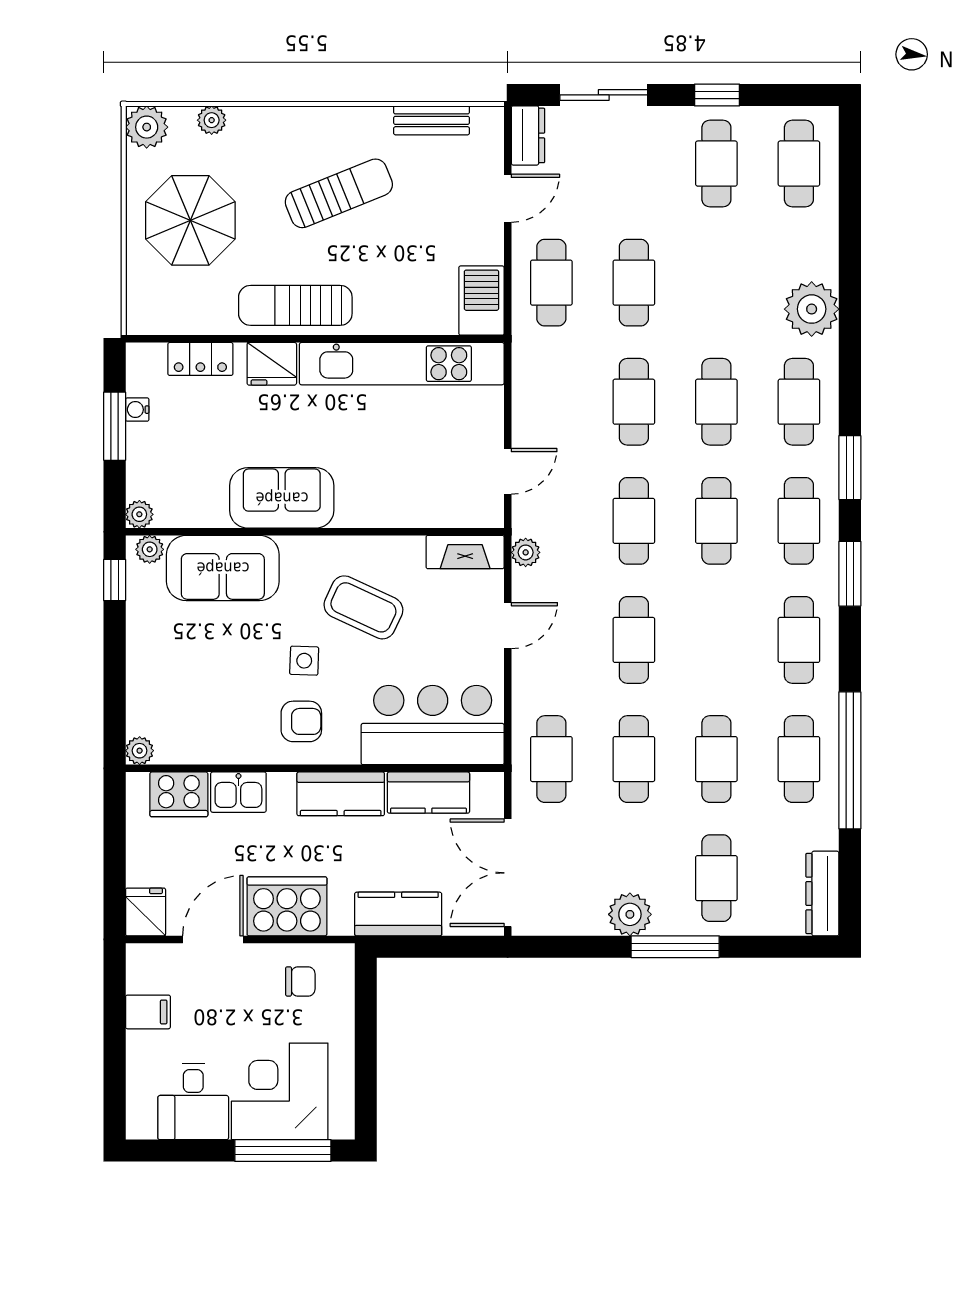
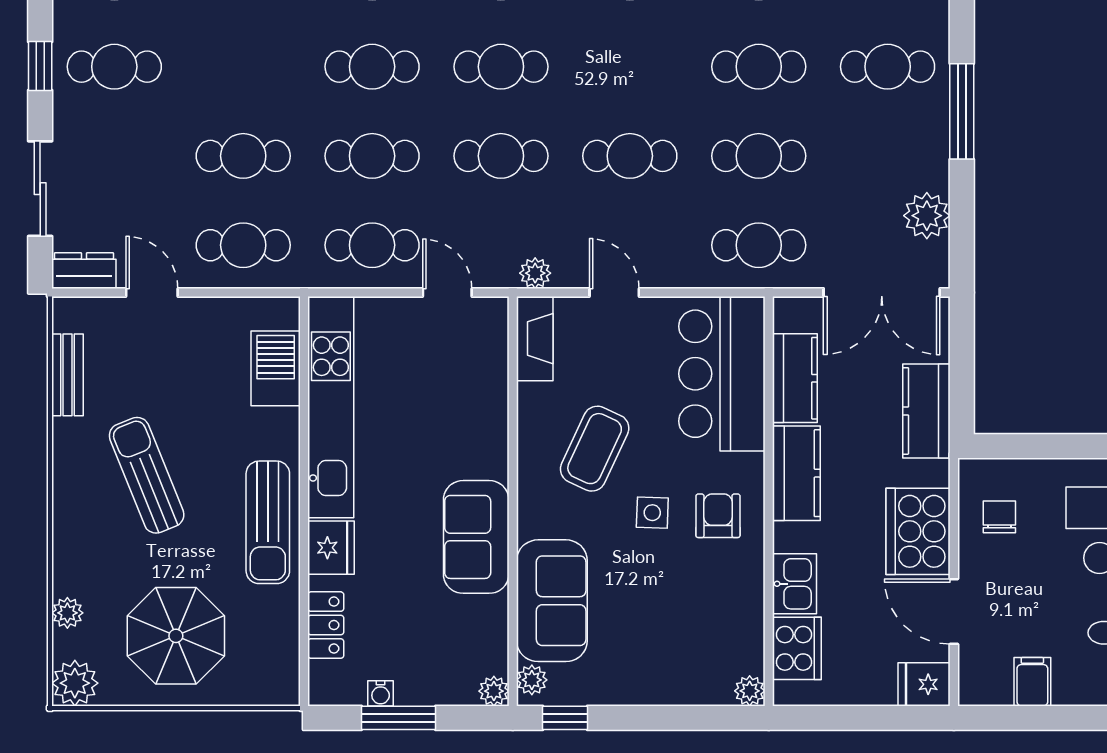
barbecue: (481, 301) -> (276, 368), moved, turned 90
cafe table: (551, 402) -> (372, 245), added
plant: (630, 914) -> (927, 216), moved

